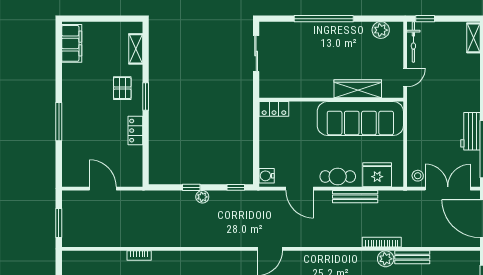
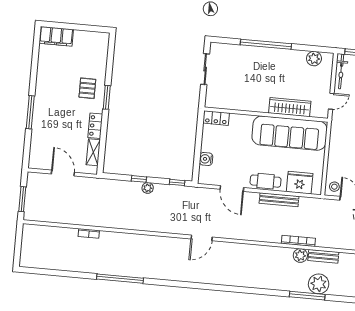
filing cabinet: (72, 43) -> (56, 36), moved, turned 90
shelving: (136, 49) -> (93, 152), moved
water cooler: (267, 176) -> (206, 159), moved

